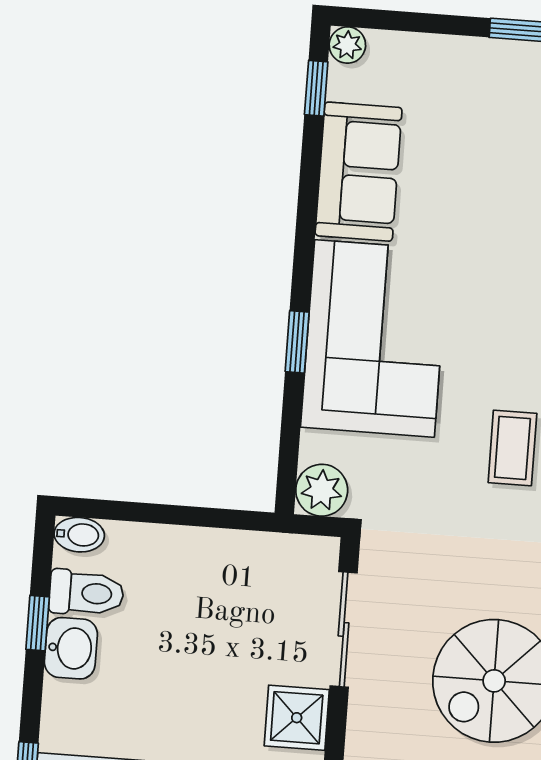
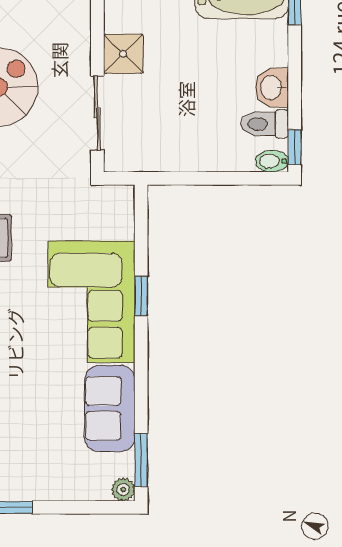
window: (316, 88) -> (141, 460), width x1.50
plant: (322, 490) -> (118, 201), removed
window: (38, 623) -> (295, 147), moved

